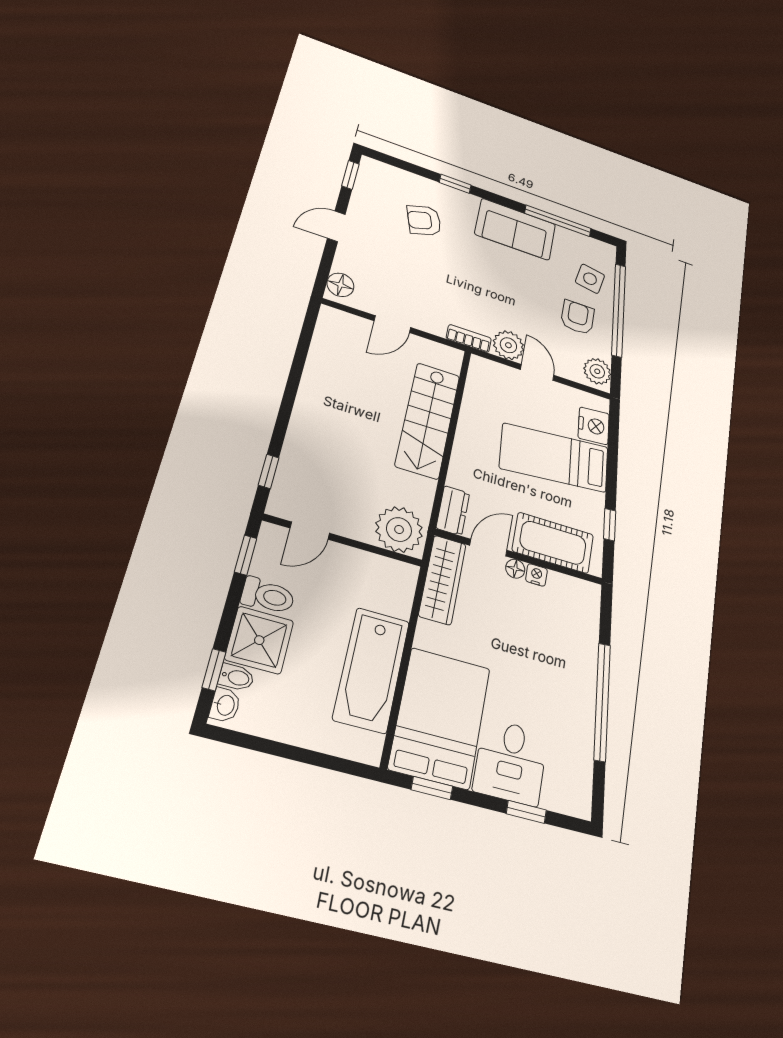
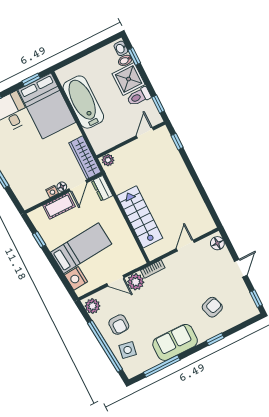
plant: (399, 529) -> (108, 160), width x0.53, depth x0.53
cot: (553, 543) -> (59, 206), width x0.73, depth x0.75

